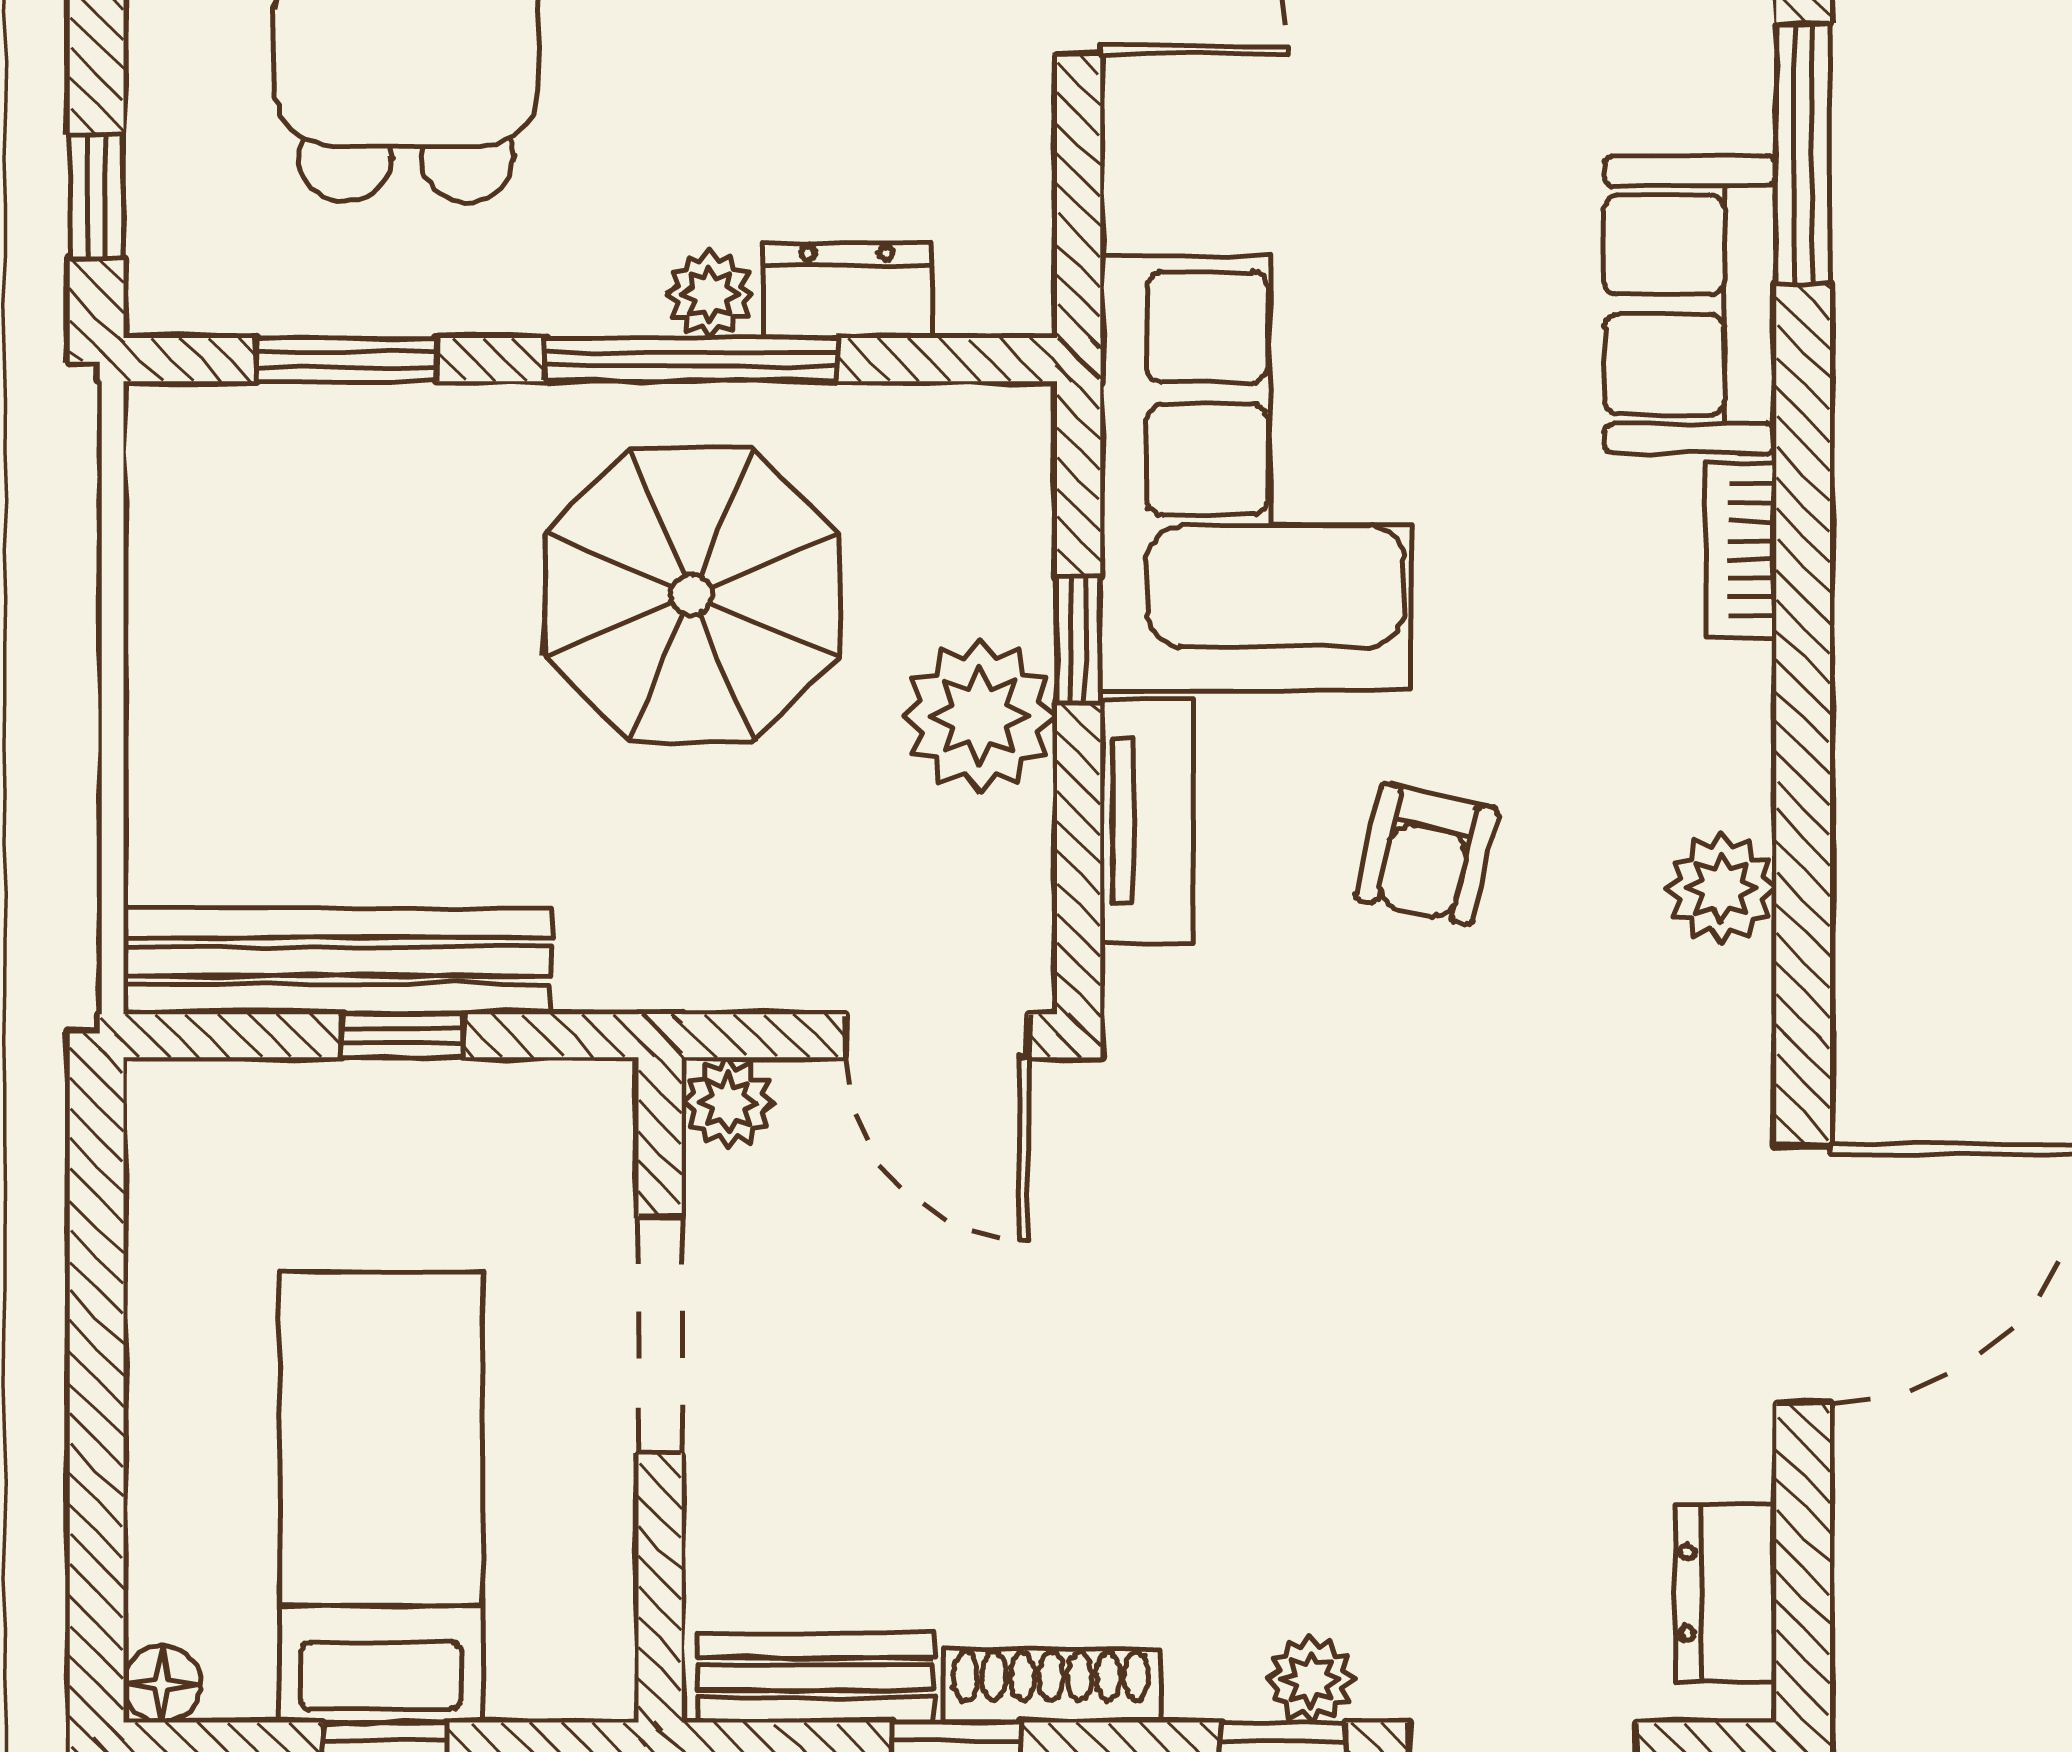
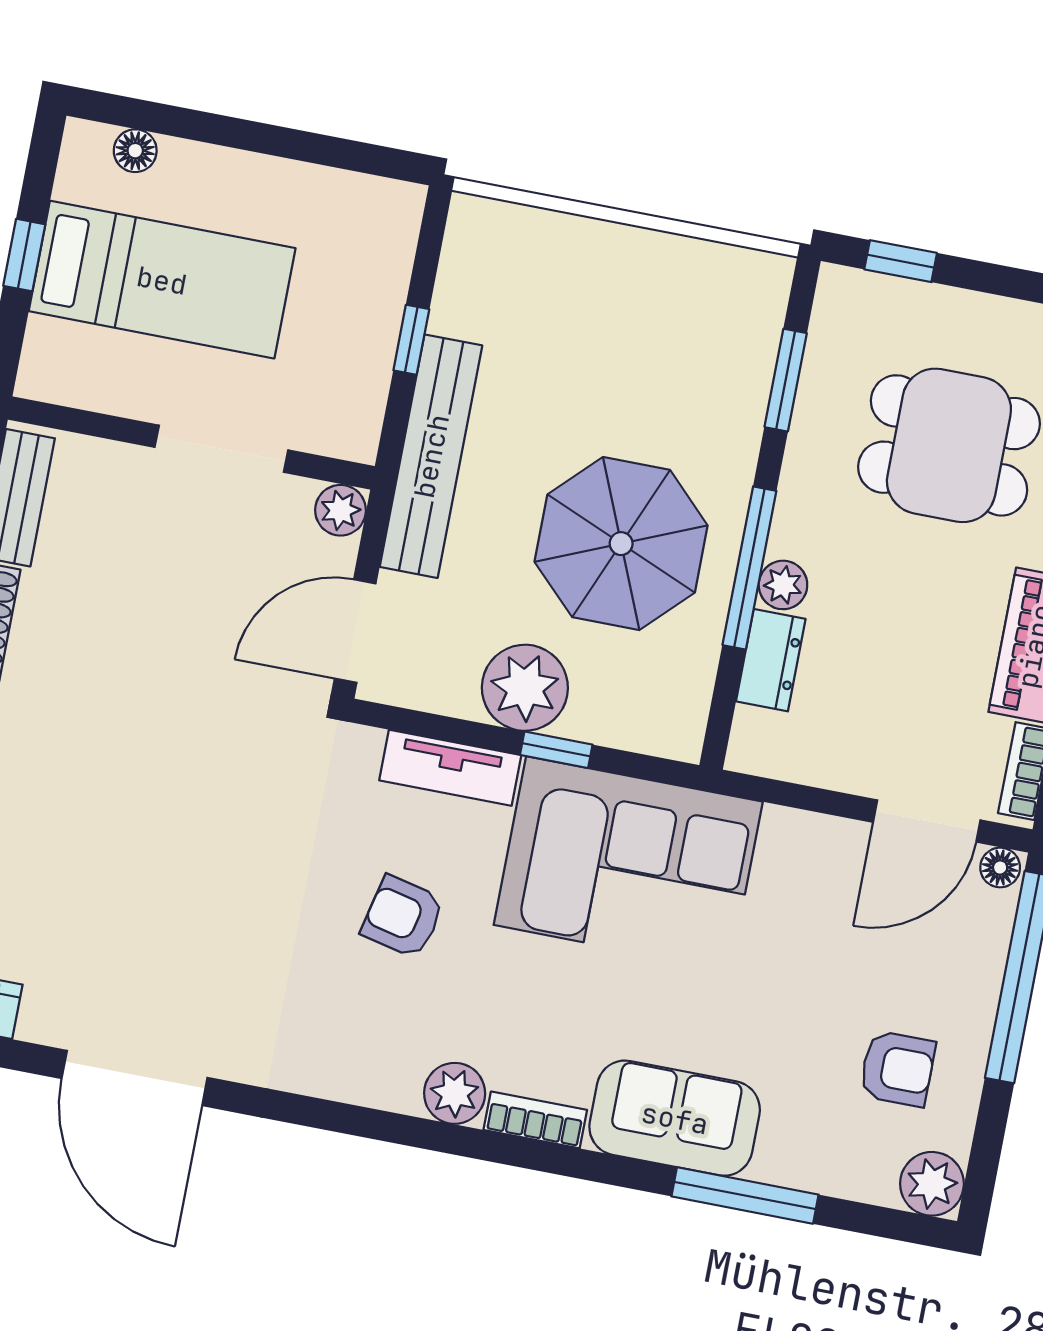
plant: (1721, 888) -> (455, 1093), moved
bench: (337, 961) -> (431, 456), moved
floor lamp: (162, 1684) -> (135, 151), moved

